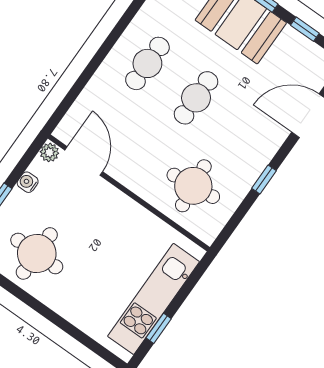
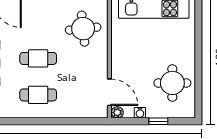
door: (84, 161) -> (109, 92), swing flipped

